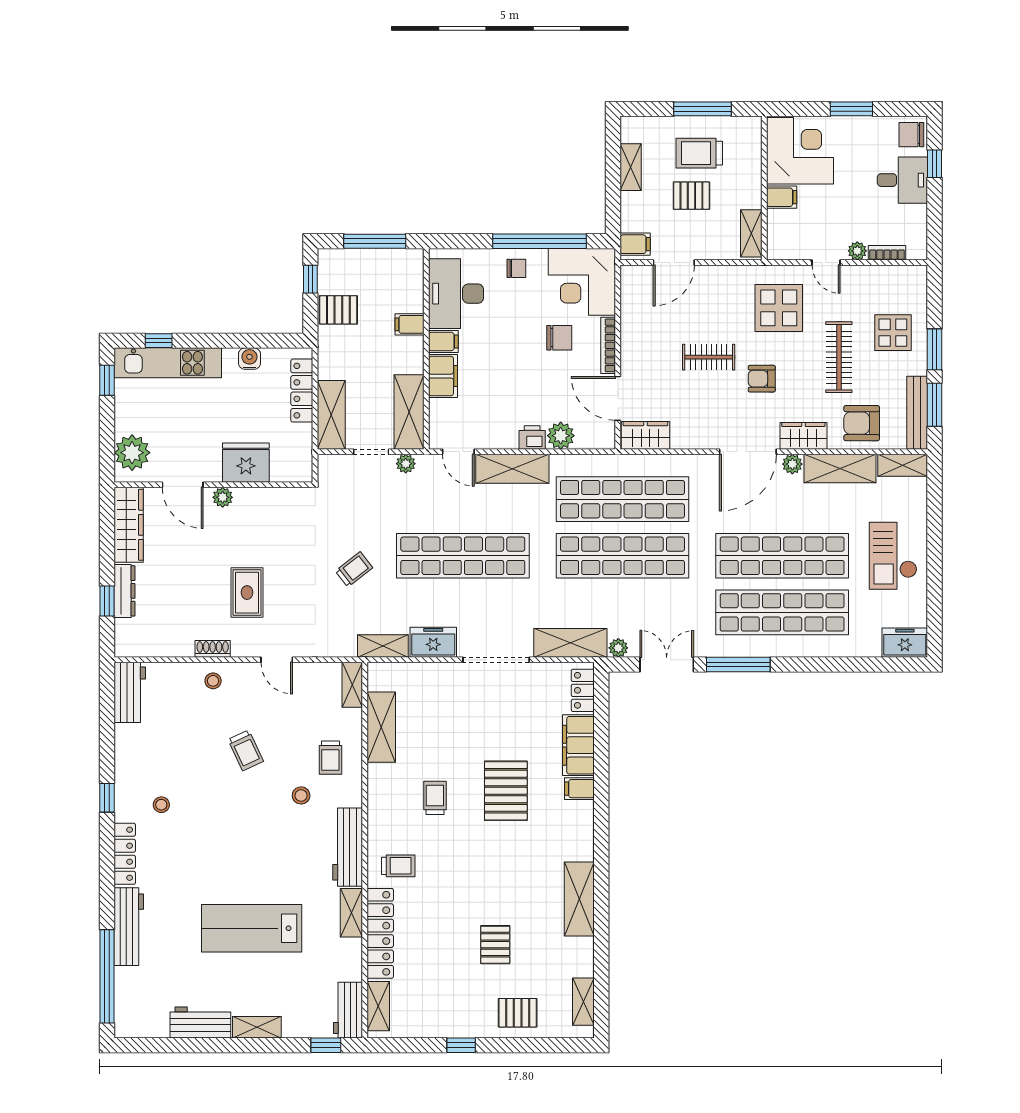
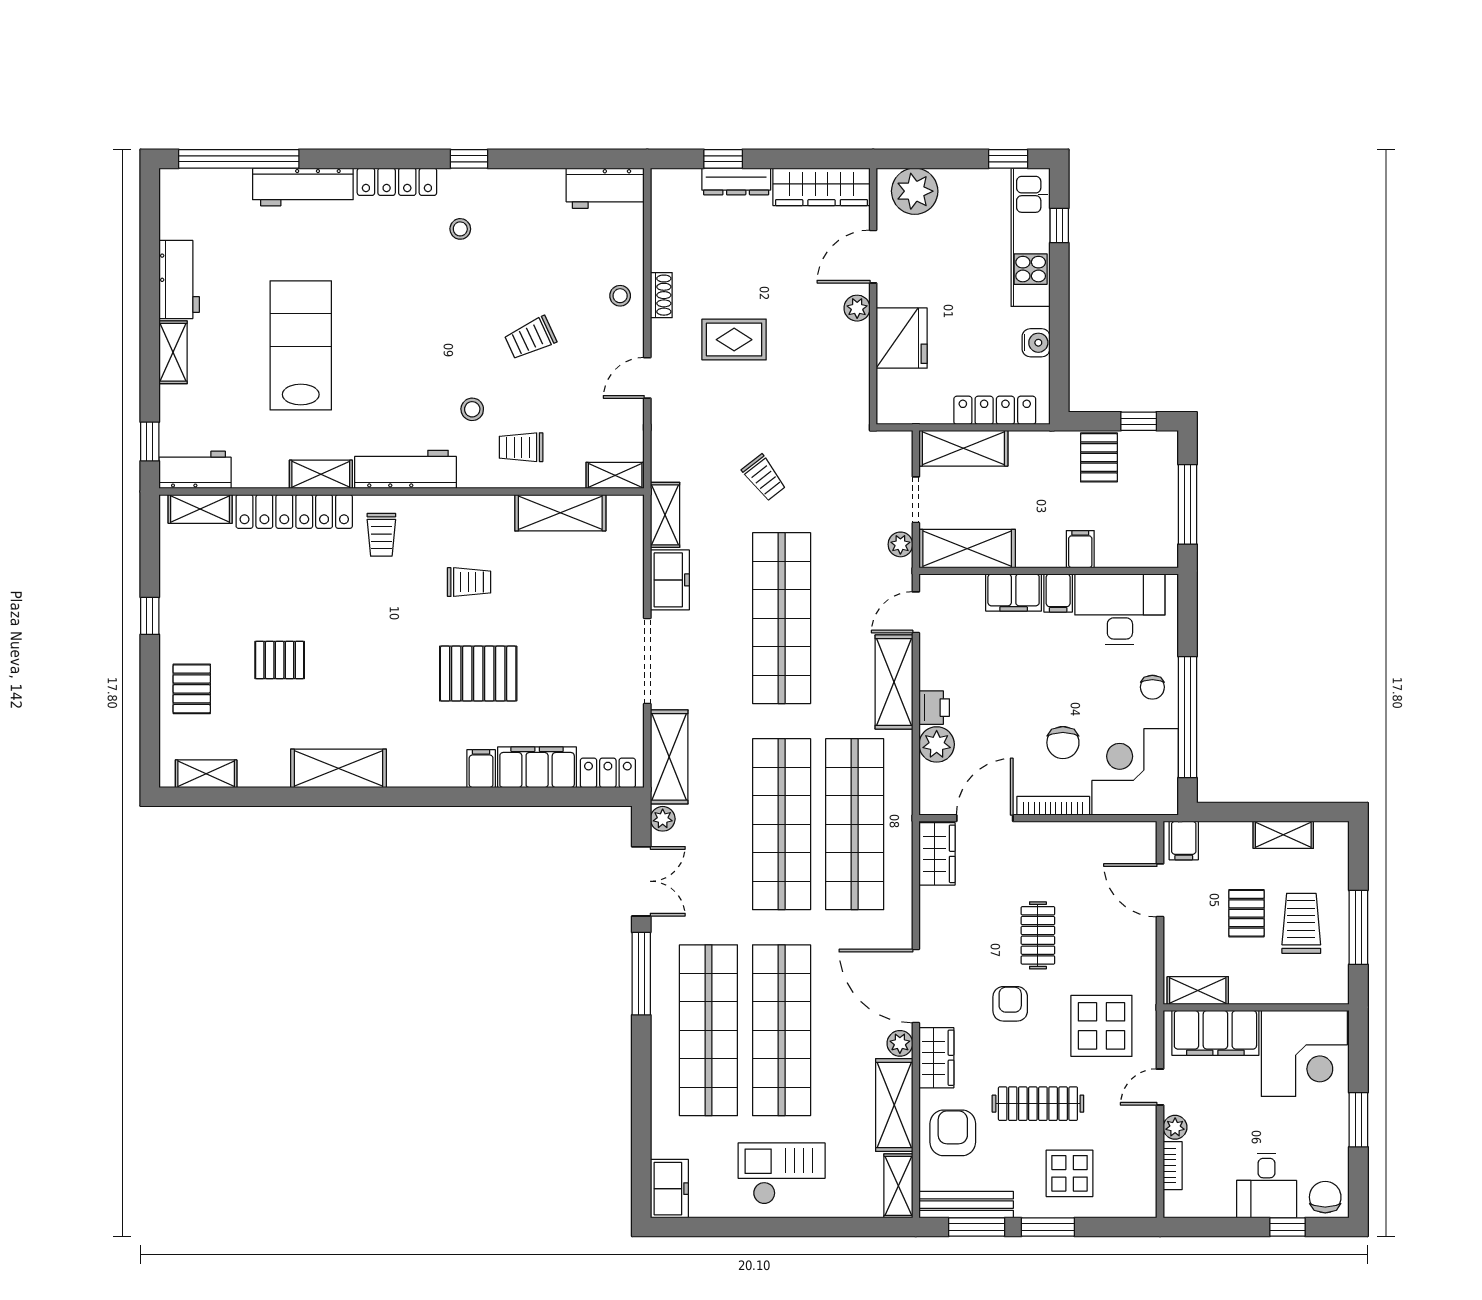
filing cabinet: (782, 197) -> (1215, 1033), width x3.00, depth x1.17

